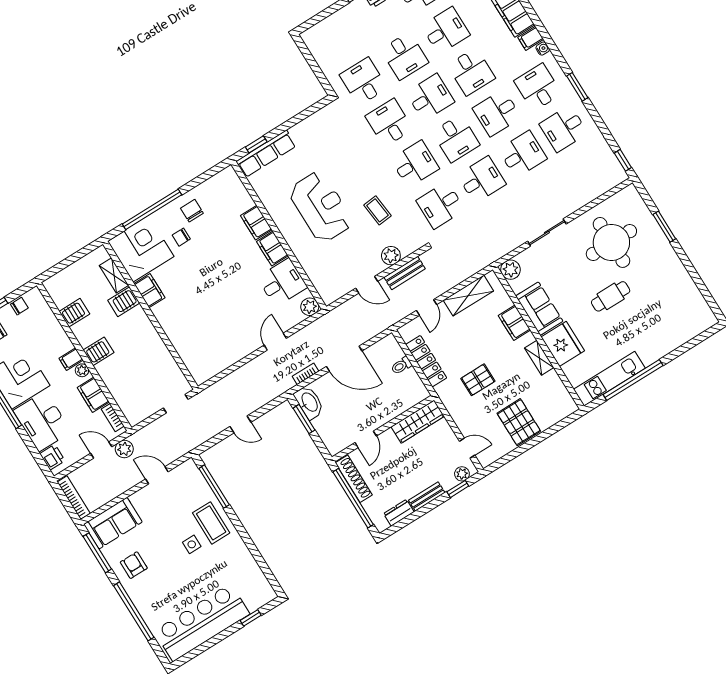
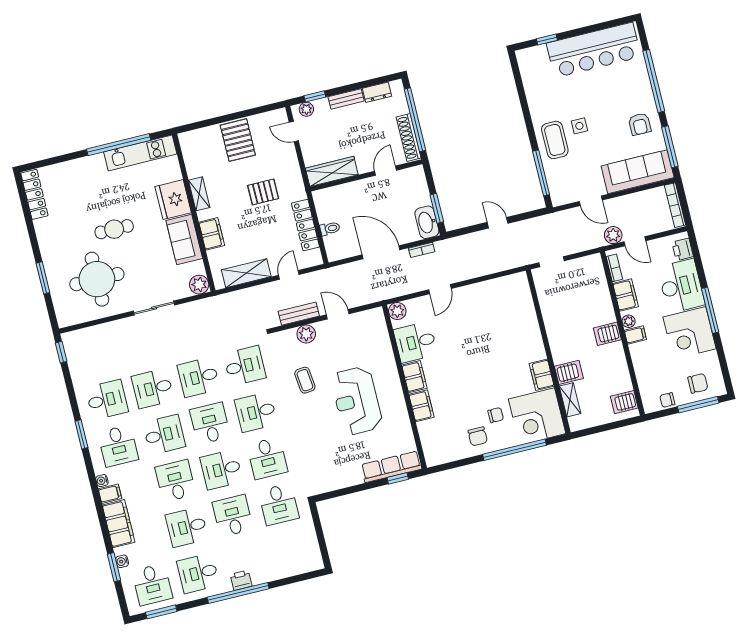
locker: (699, 305) -> (34, 194), added
server rack: (74, 313) -> (624, 402), moved
sofa: (113, 523) -> (638, 172), width x1.36

